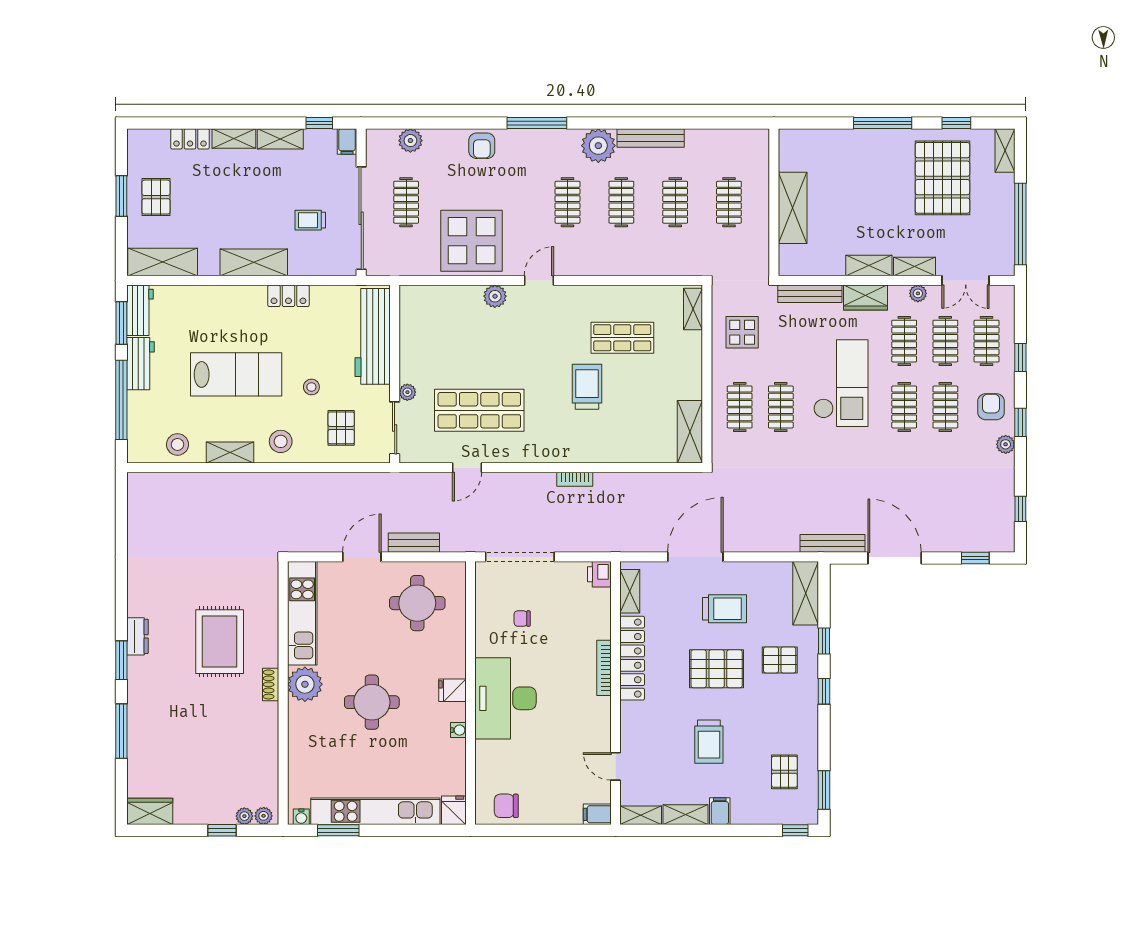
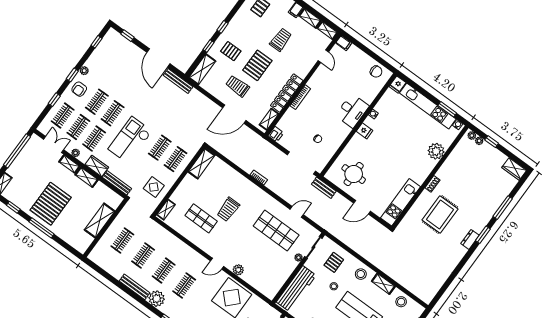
pallet: (942, 178) -> (51, 204), moved
bench: (414, 543) -> (324, 188), moved
pallet: (717, 669) -> (257, 65), turned 90
plant: (305, 684) -> (436, 151), moved
desk: (505, 698) -> (352, 111), width x0.73, depth x0.77
round table: (372, 702) -> (399, 149), removed

